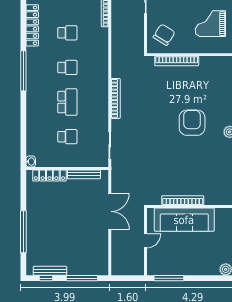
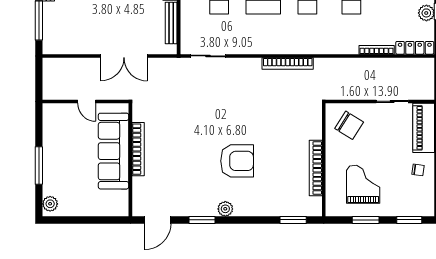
bookcase: (177, 61) -> (316, 168), moved
bookcase: (116, 98) -> (288, 63), moved
window: (169, 278) -> (39, 165), moved

